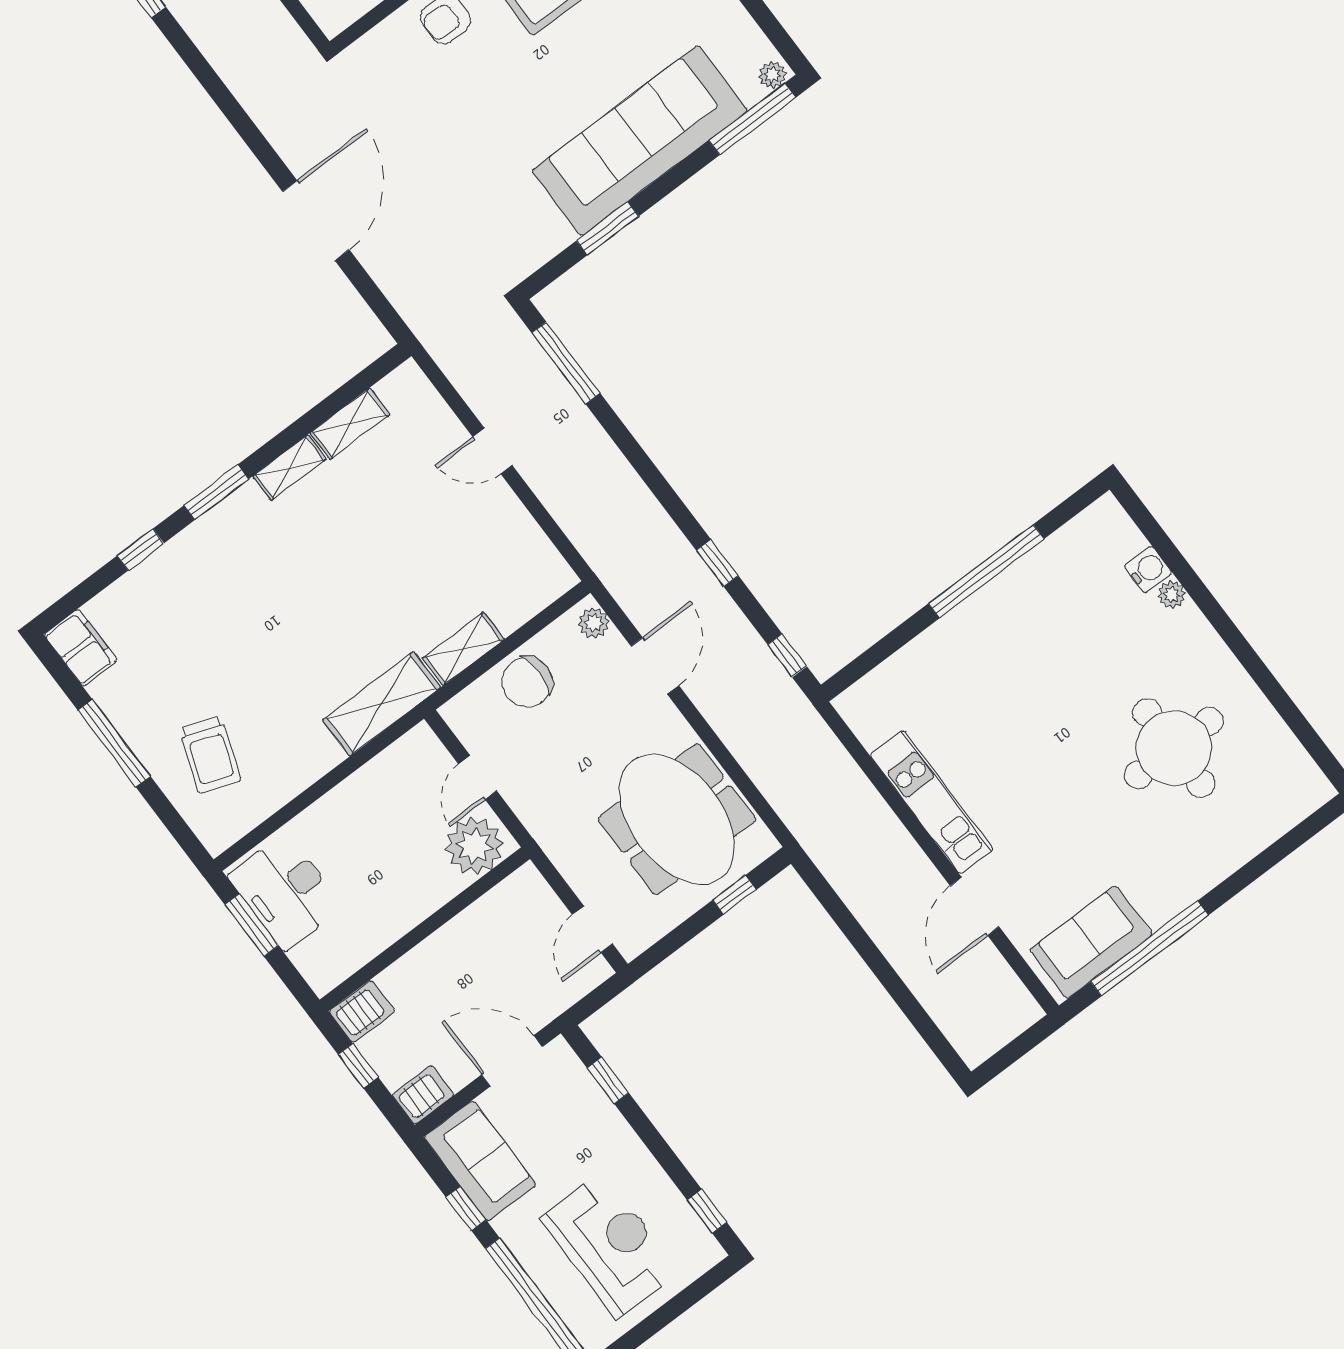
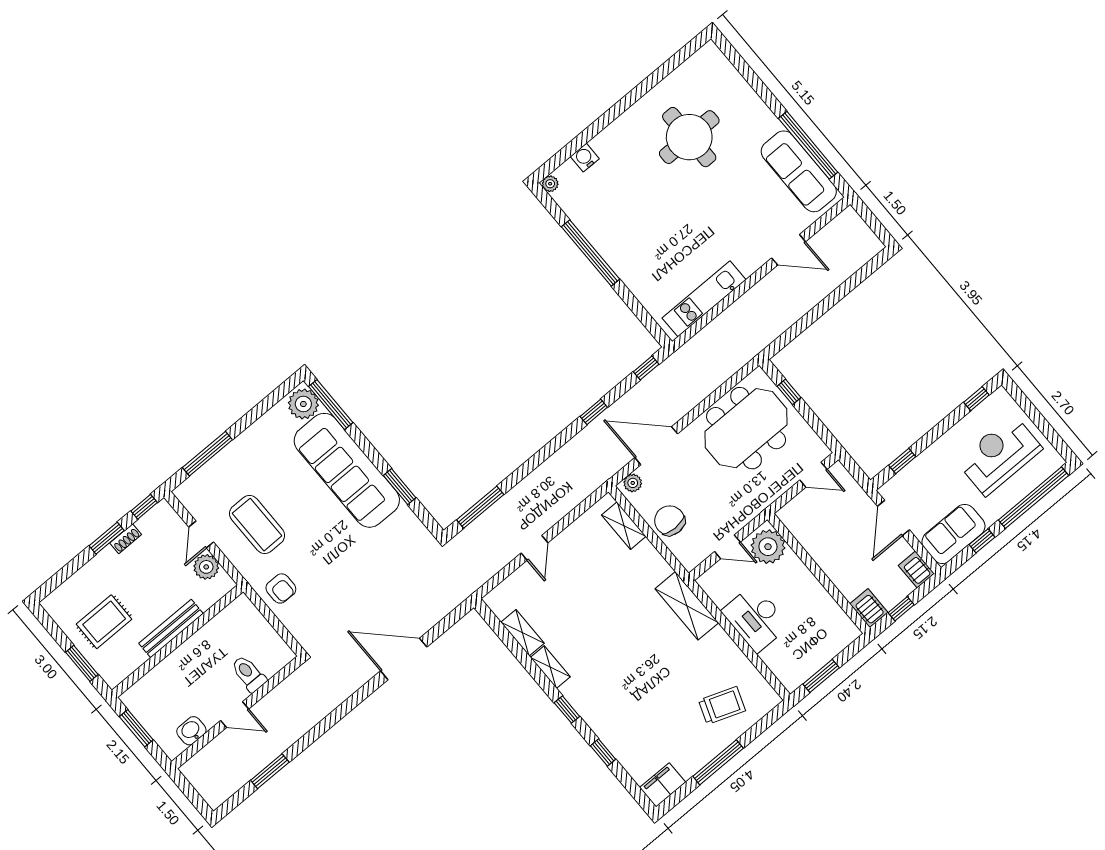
plant: (772, 75) -> (303, 404), width x1.88, depth x1.88
window: (216, 492) -> (567, 710), width x0.67
plant: (1172, 595) -> (550, 184), moved
shelving: (463, 649) -> (624, 526), moved
door: (655, 666) -> (656, 446), width x1.36
chair: (527, 682) -> (670, 521), turned 180
kitchen unit: (932, 802) -> (704, 299), moved
desk: (285, 891) -> (756, 618), moved, turned 90
sofa: (1091, 942) -> (799, 171), width x1.36

